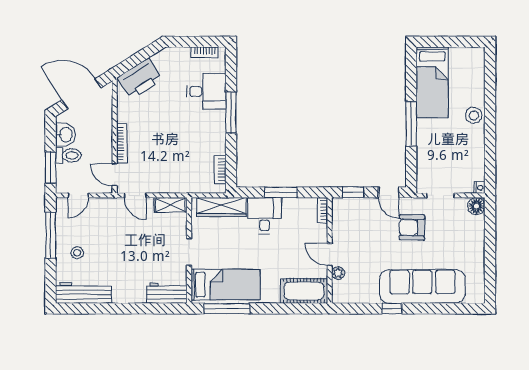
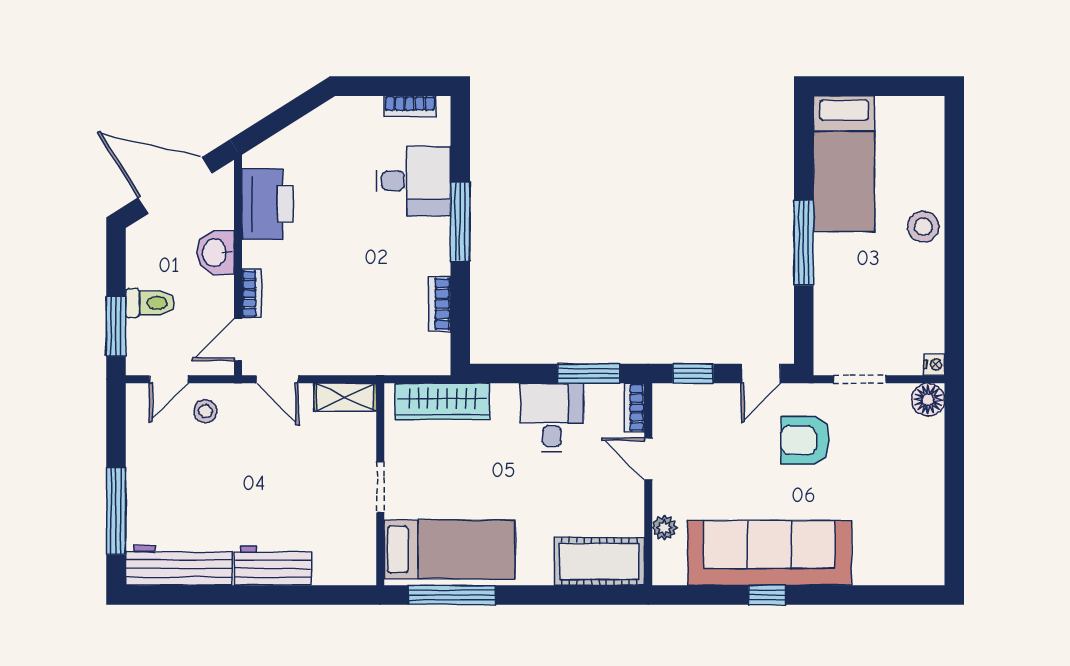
printer: (140, 79) -> (267, 204), moved, turned -58
washbasin: (65, 135) -> (216, 253), moved, turned 180
bookcase: (122, 143) -> (252, 294), width x0.64
bookcase: (220, 170) -> (440, 304), moved
door: (115, 175) -> (238, 340), hinge flipped
window: (281, 192) -> (588, 373), moved
door: (389, 192) -> (761, 373), hinge flipped
desk: (264, 216) -> (552, 418), moved
window: (51, 235) -> (116, 511), moved
stool: (77, 253) -> (205, 411), moved
door: (330, 255) -> (648, 459), moved
sofa: (422, 286) -> (770, 553), moved
workbench: (167, 293) -> (273, 566), moved

